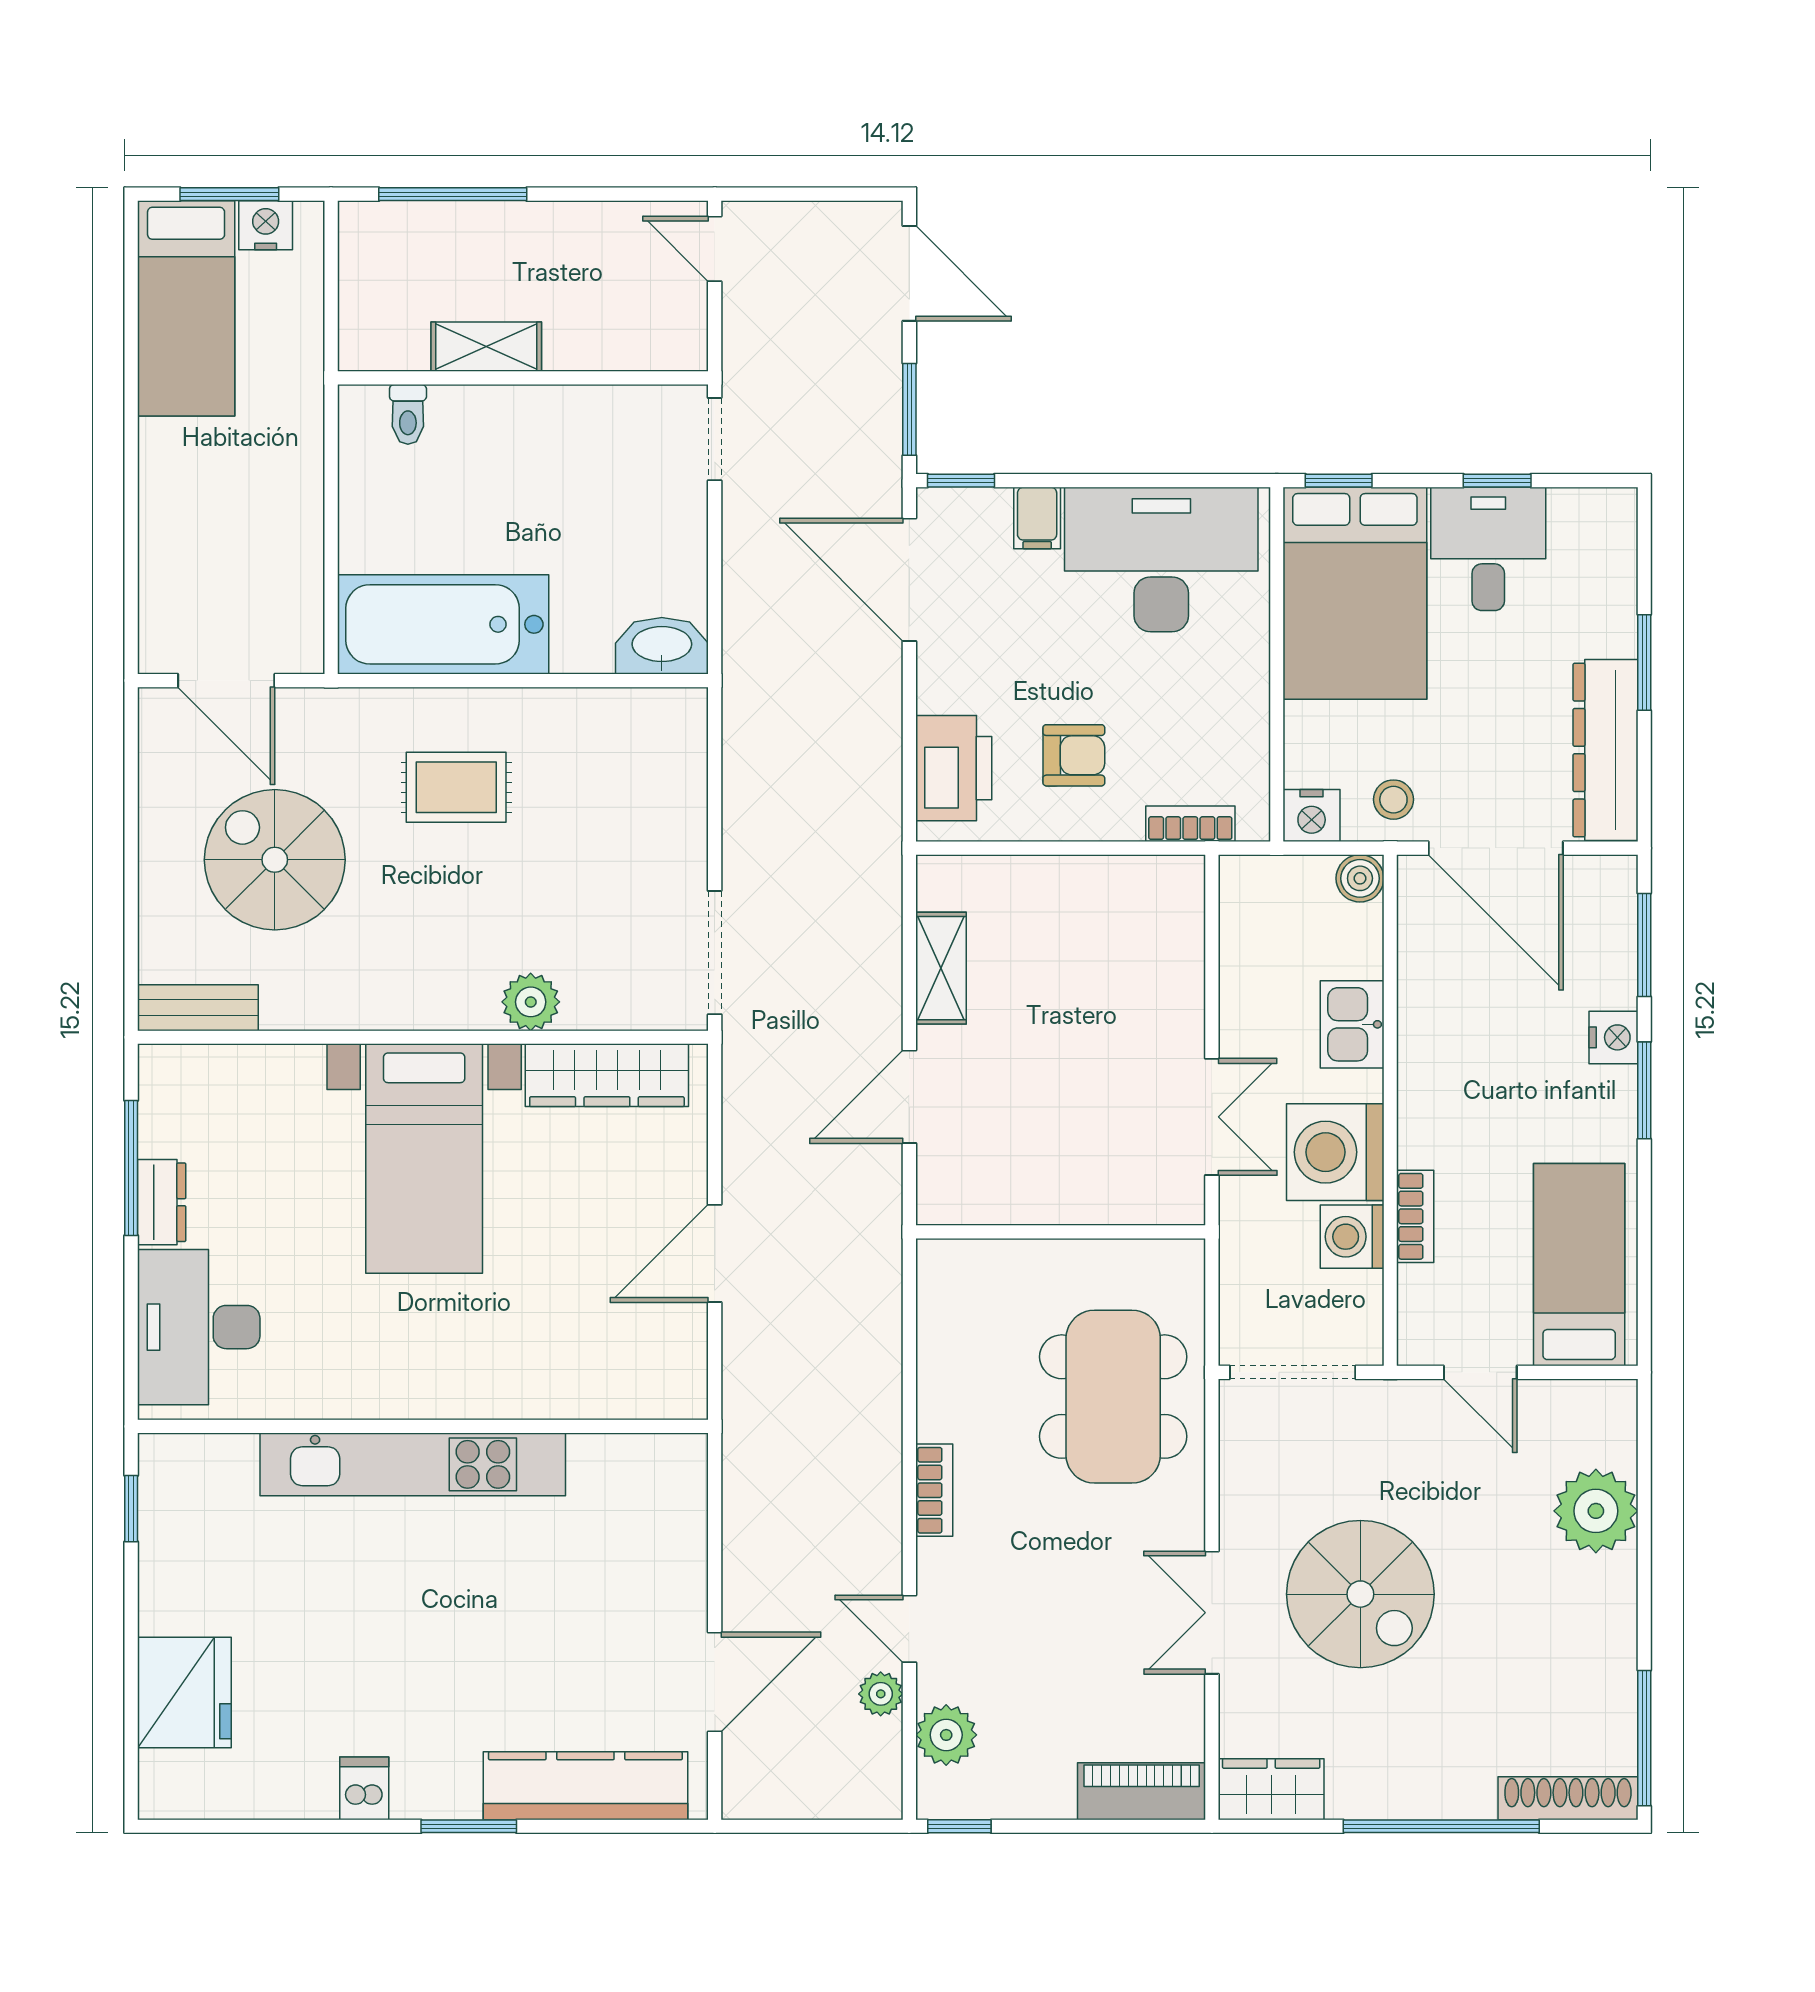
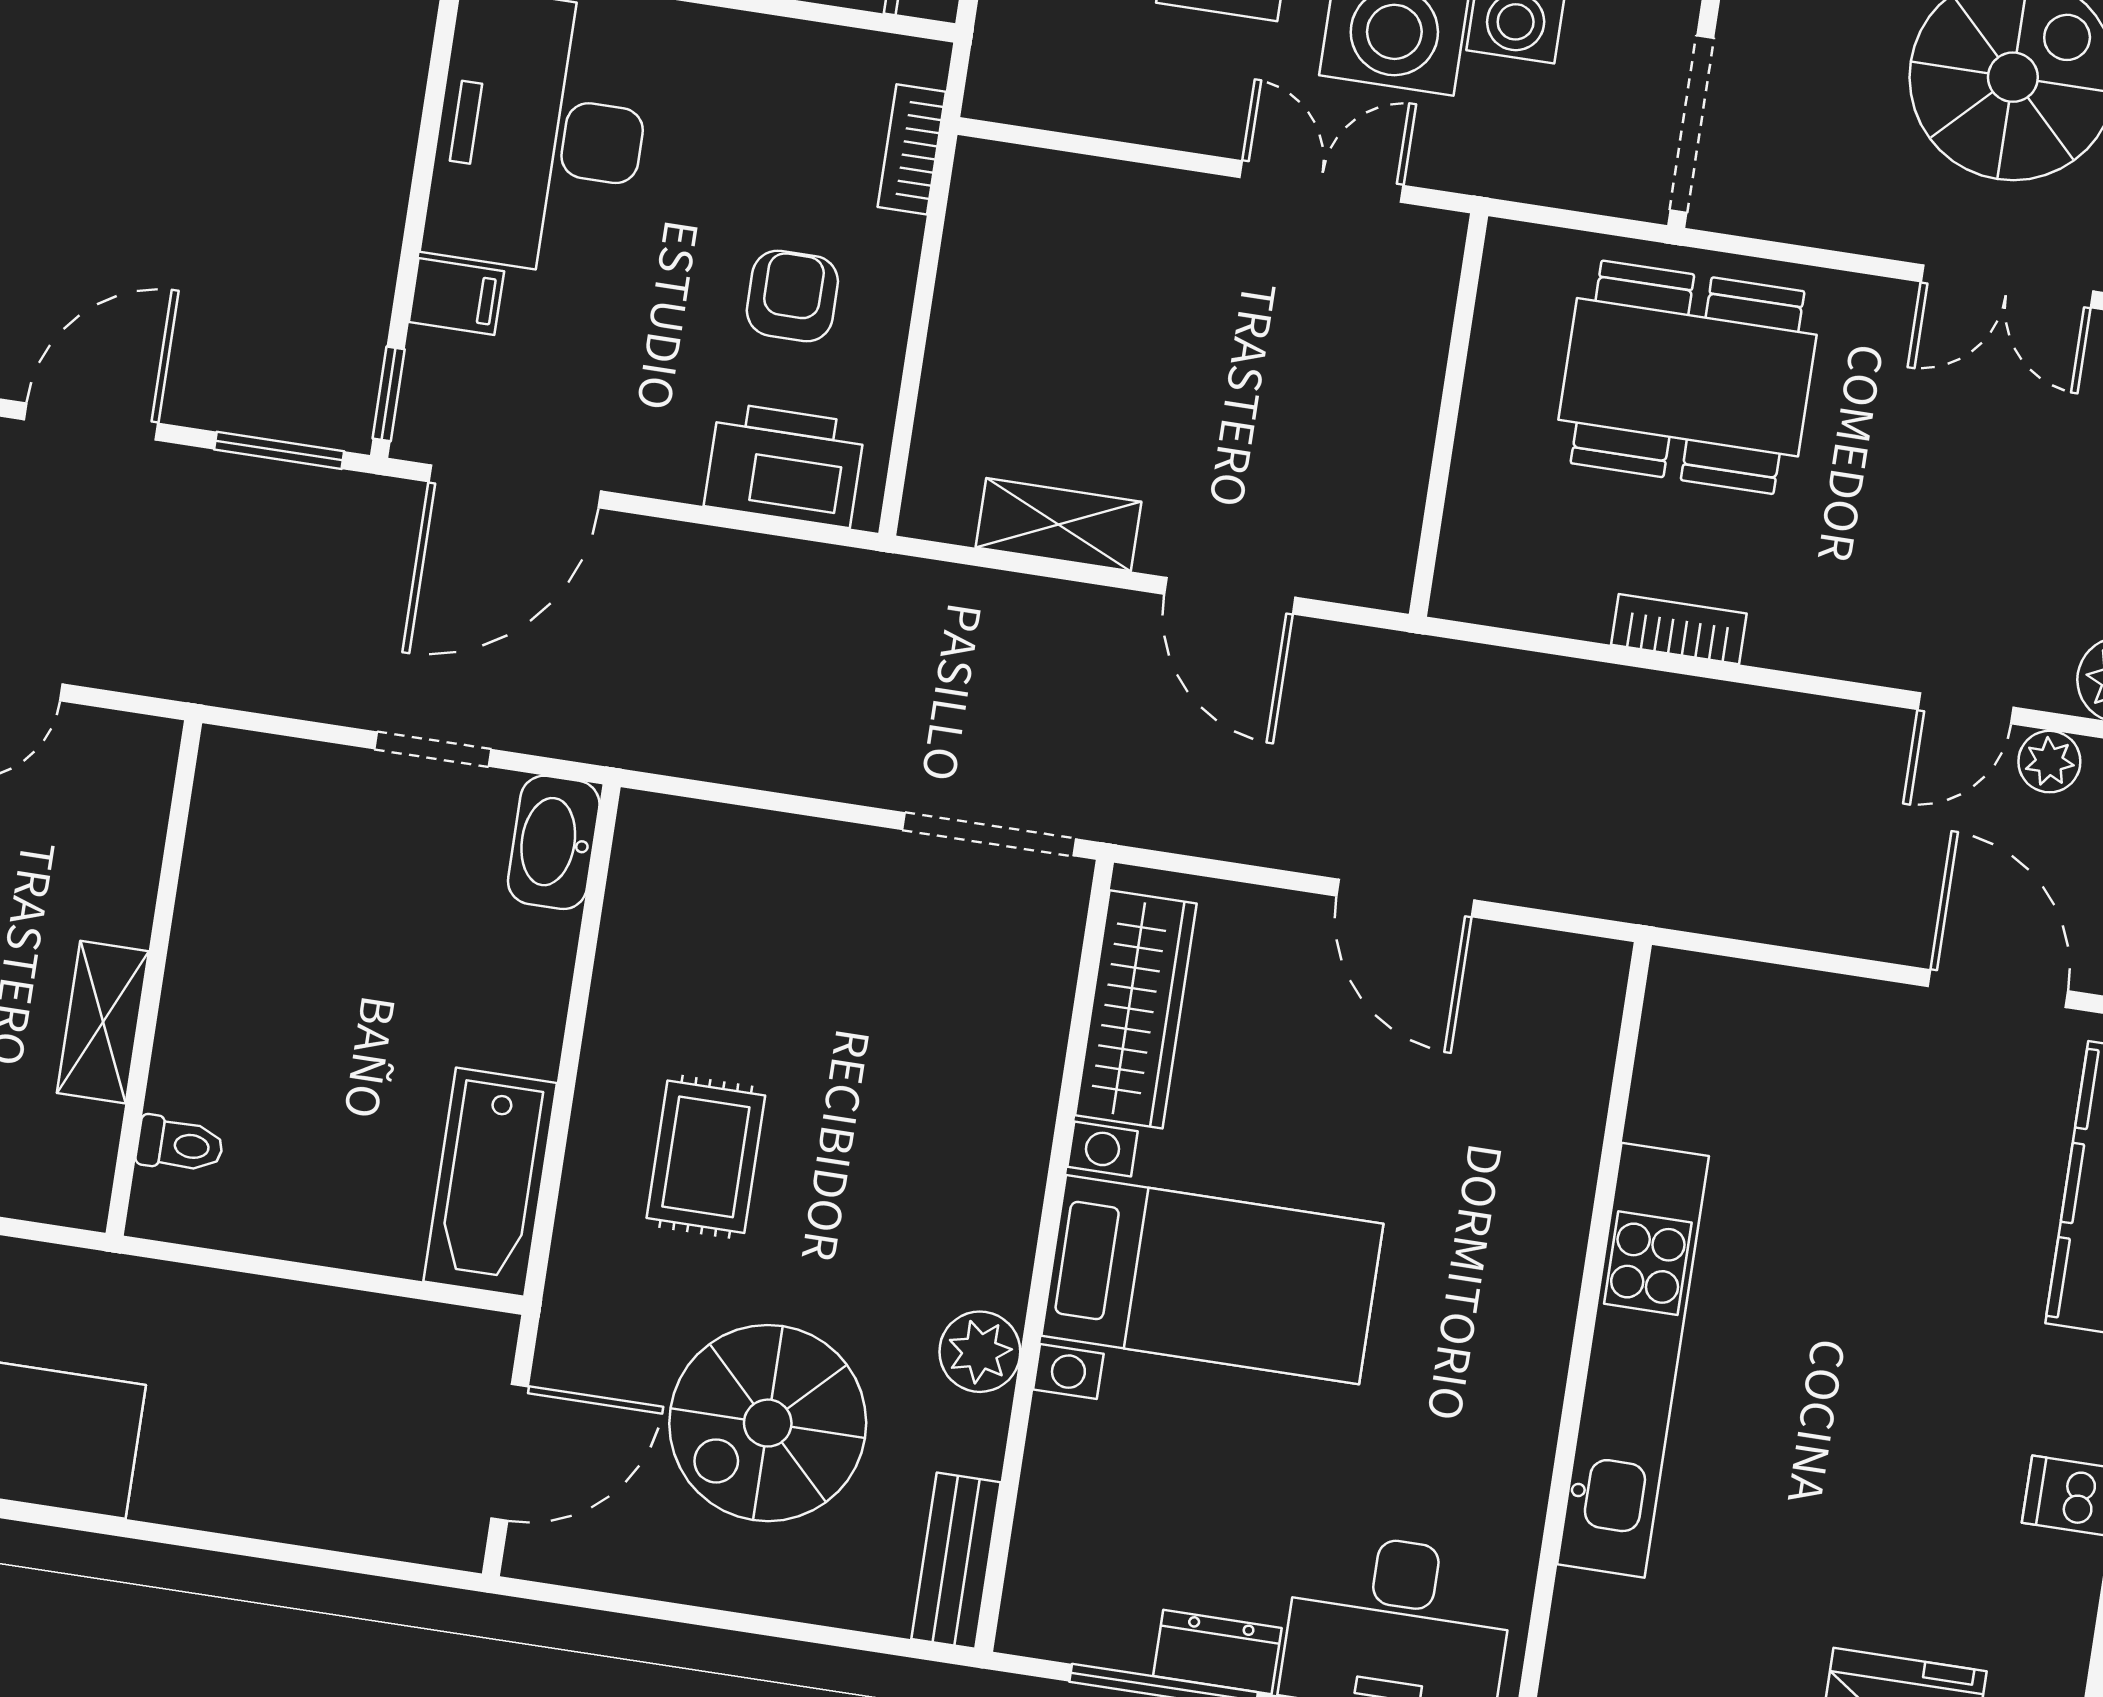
doorway: (715, 439) -> (433, 749), moved
bathtub: (443, 624) -> (490, 1182), width x0.73, depth x0.73
plant: (531, 1002) -> (980, 1352), moved
bookcase: (934, 1490) -> (1679, 629), moved

